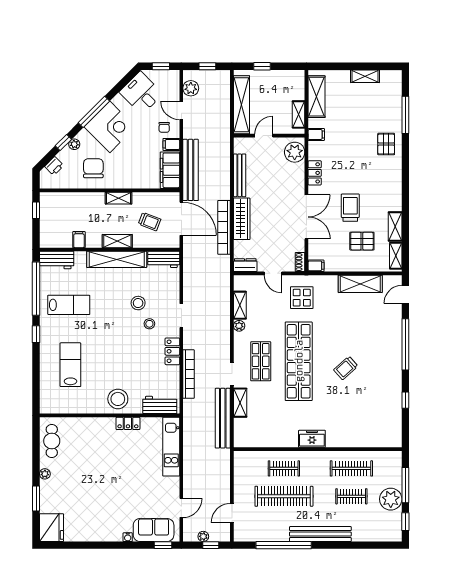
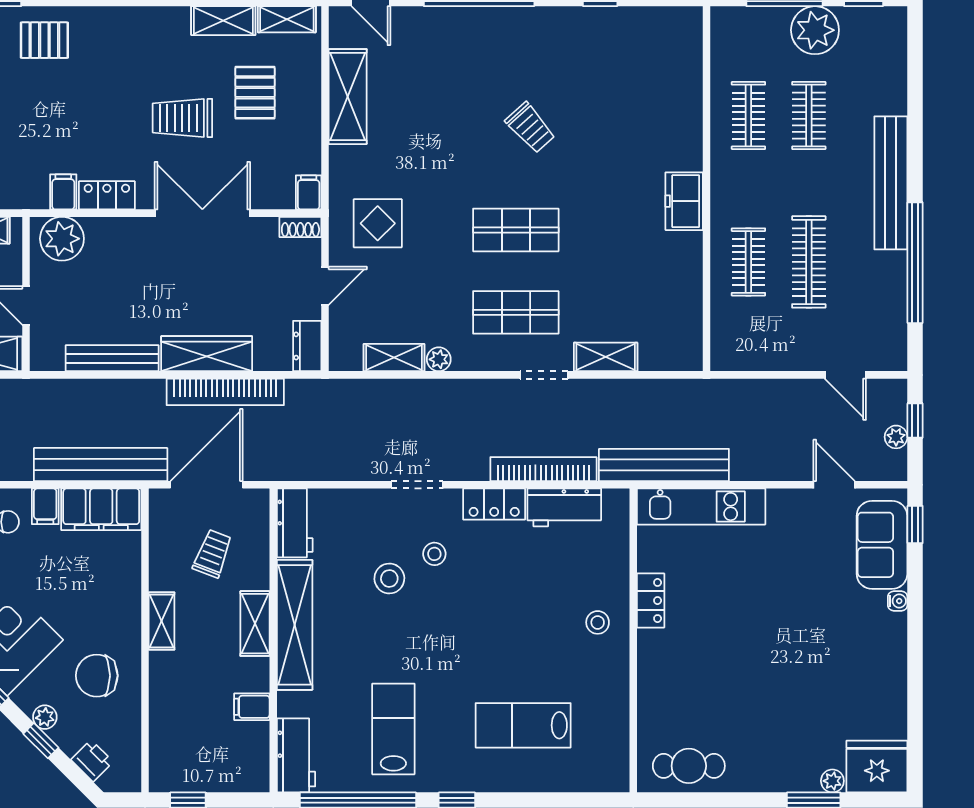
filing cabinet: (316, 134) -> (63, 192), moved
shop shelf: (299, 361) -> (516, 230), width x0.50, depth x0.74
stool: (118, 399) -> (598, 622), width x0.53, depth x0.53
workbench: (160, 405) -> (564, 507), moved, turned -90
bench: (223, 418) -> (664, 465), moved
clothes rail: (351, 468) -> (748, 116), width x0.73
plant: (45, 474) -> (832, 781), moved
clothes rail: (284, 496) -> (809, 262), width x0.73, depth x0.76

